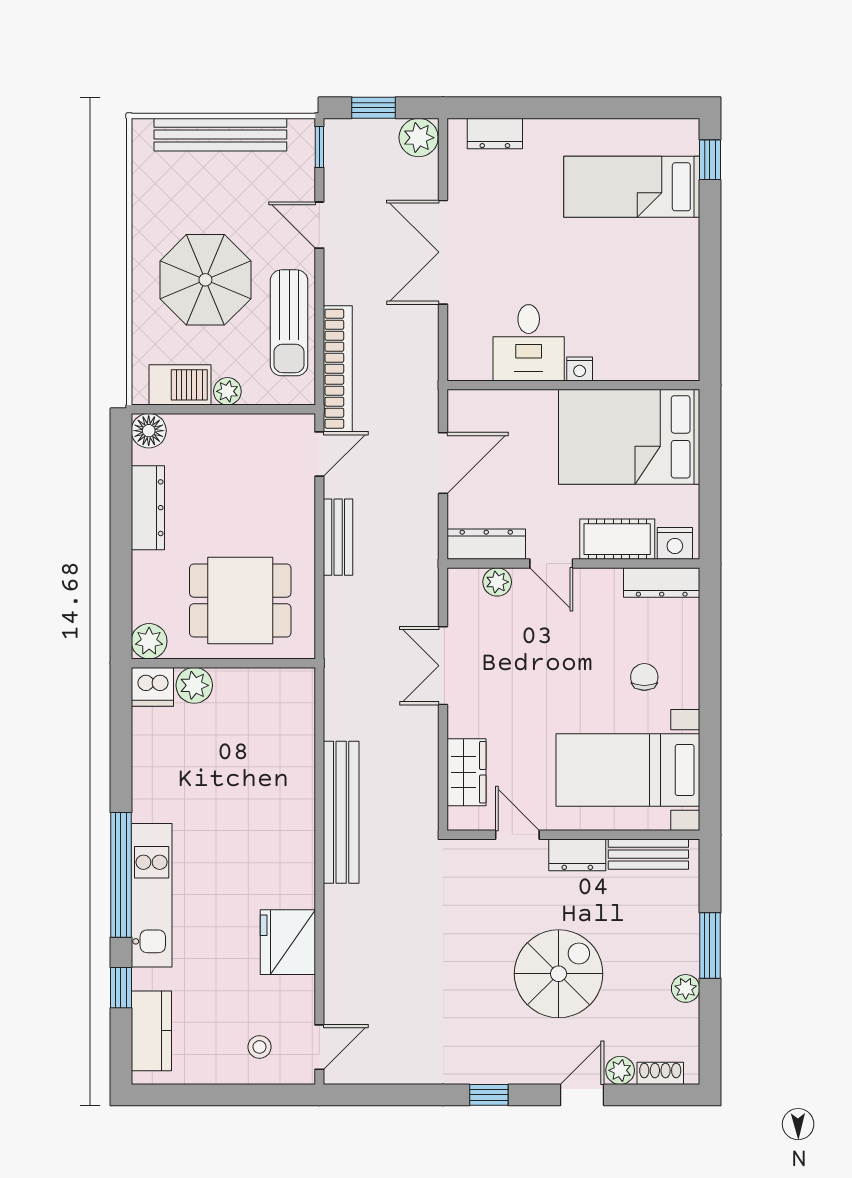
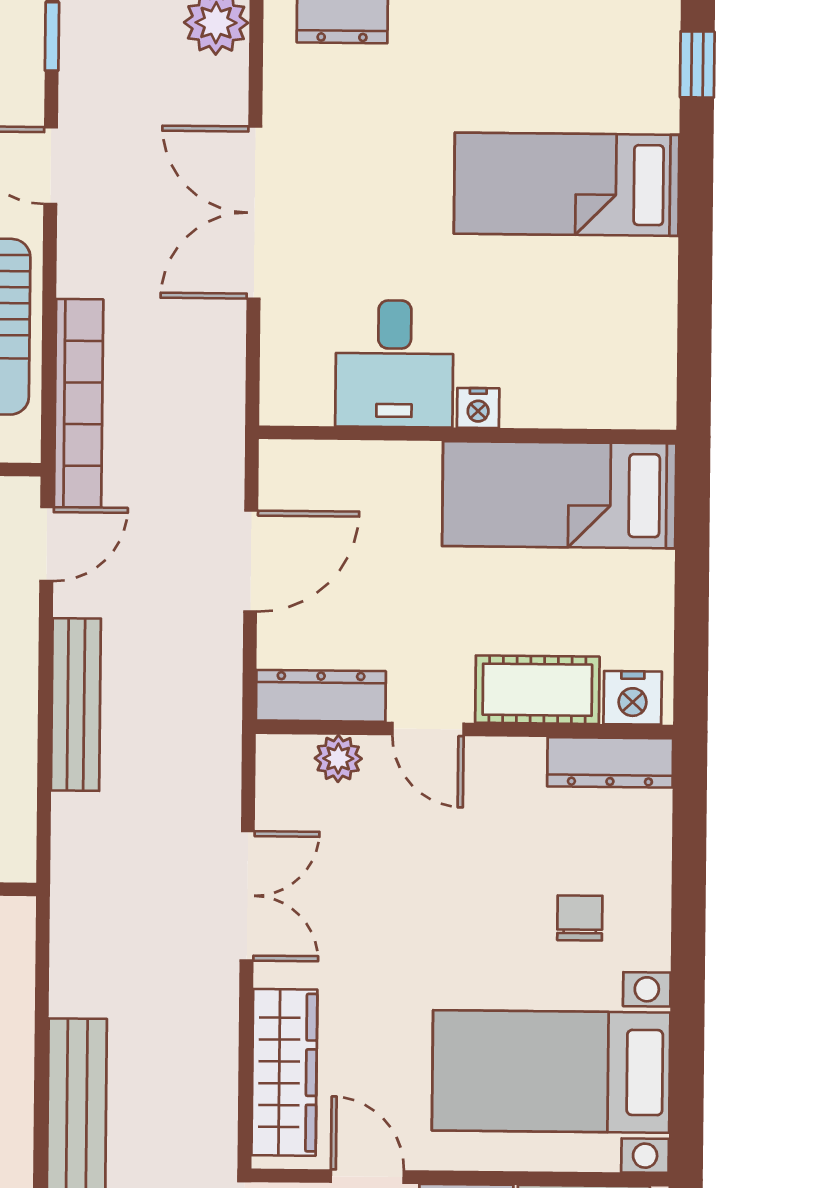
bed: (632, 187) -> (567, 184), moved
bed: (629, 437) -> (559, 495), width x0.67
bench: (338, 537) -> (76, 704), width x1.36
double door: (443, 666) -> (247, 896), swing flipped
wardrobe: (467, 772) -> (284, 1072), width x1.50

